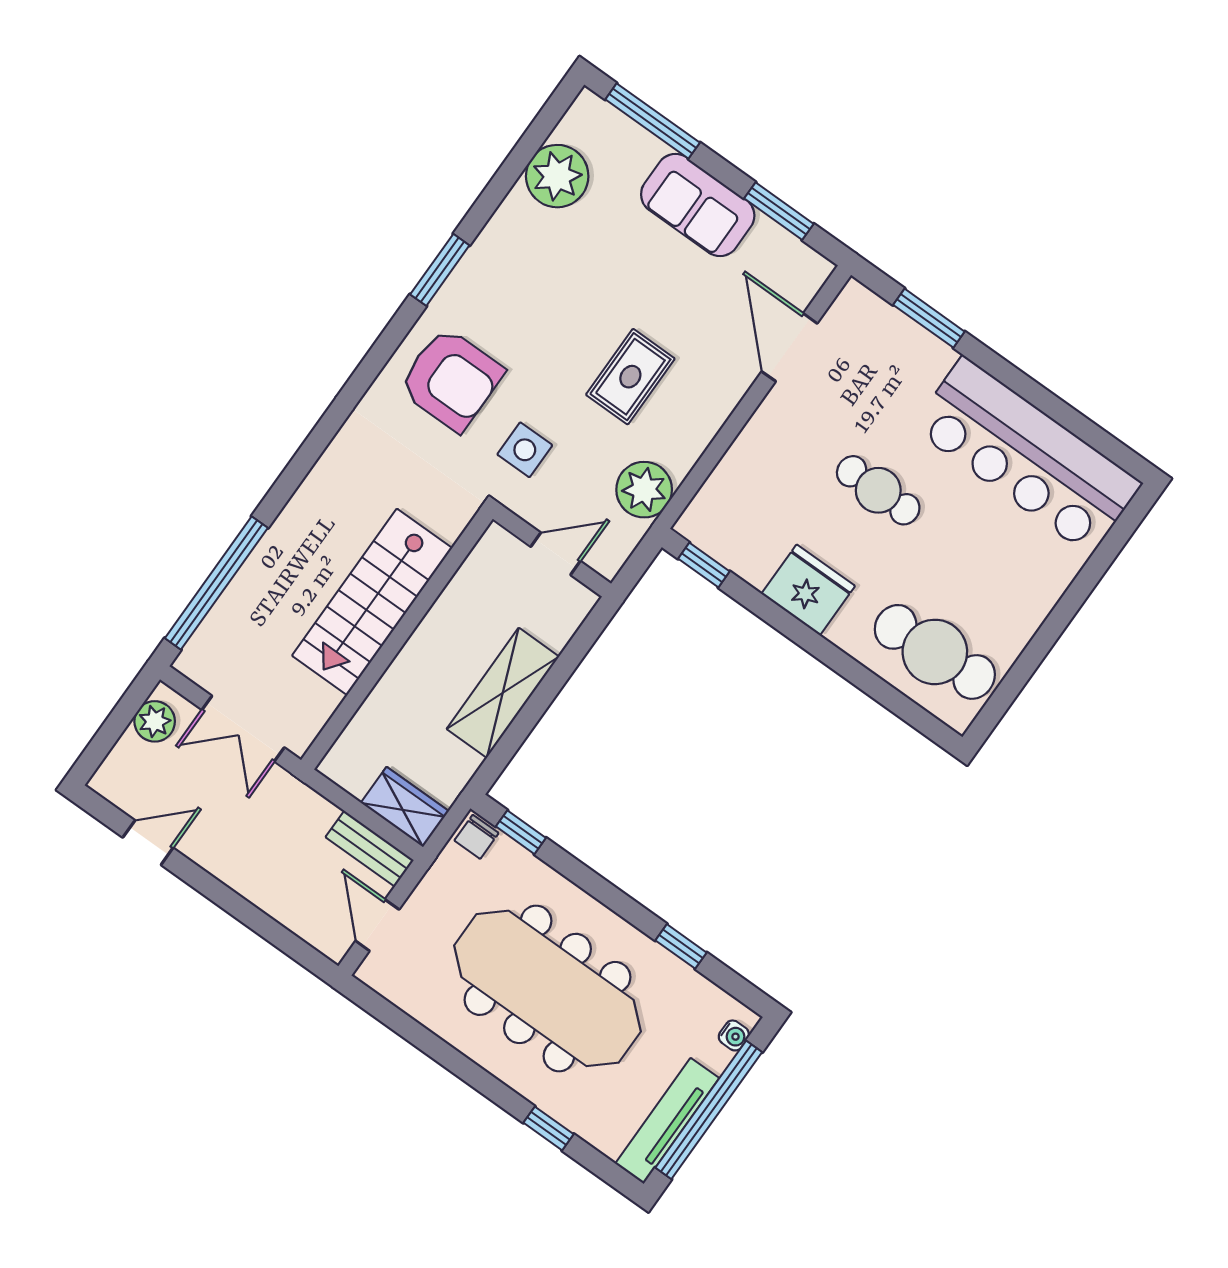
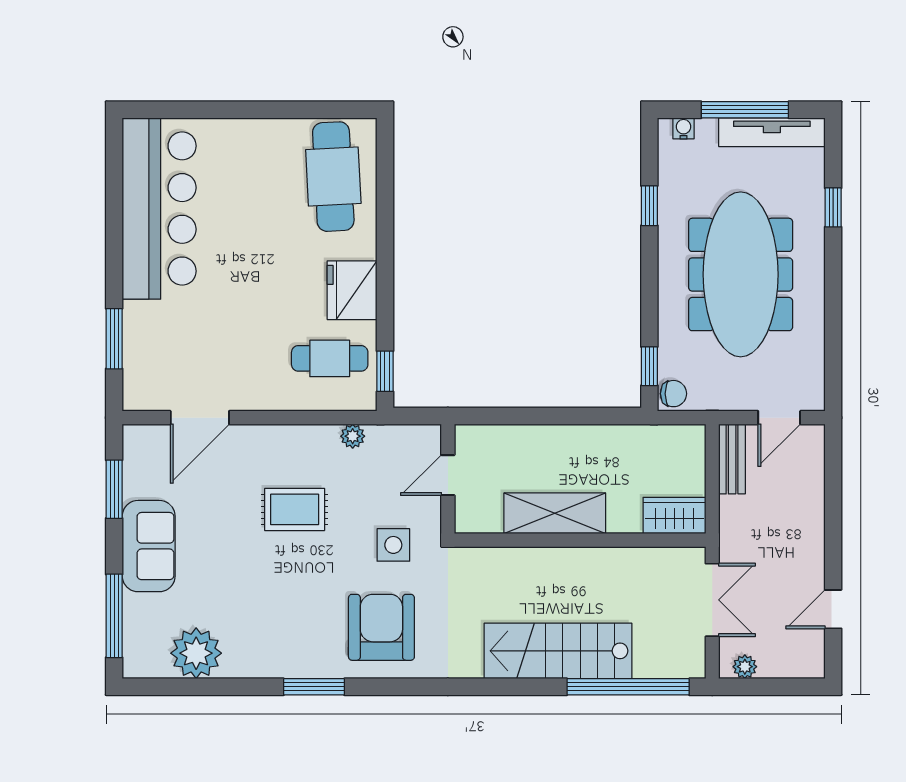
plant: (644, 490) -> (353, 436), width x0.53, depth x0.53
cafe table: (878, 490) -> (330, 358), moved, turned 90
door: (556, 554) -> (448, 475), hinge flipped
stairs: (372, 602) -> (558, 651), moved, turned 180
shelving: (503, 693) -> (555, 513), moved
plant: (155, 721) -> (745, 667), width x0.73, depth x0.73
wardrobe: (405, 807) -> (674, 515), moved, turned 90
door: (148, 843) -> (833, 609), hinge flipped
window: (709, 1110) -> (745, 110), width x0.68

